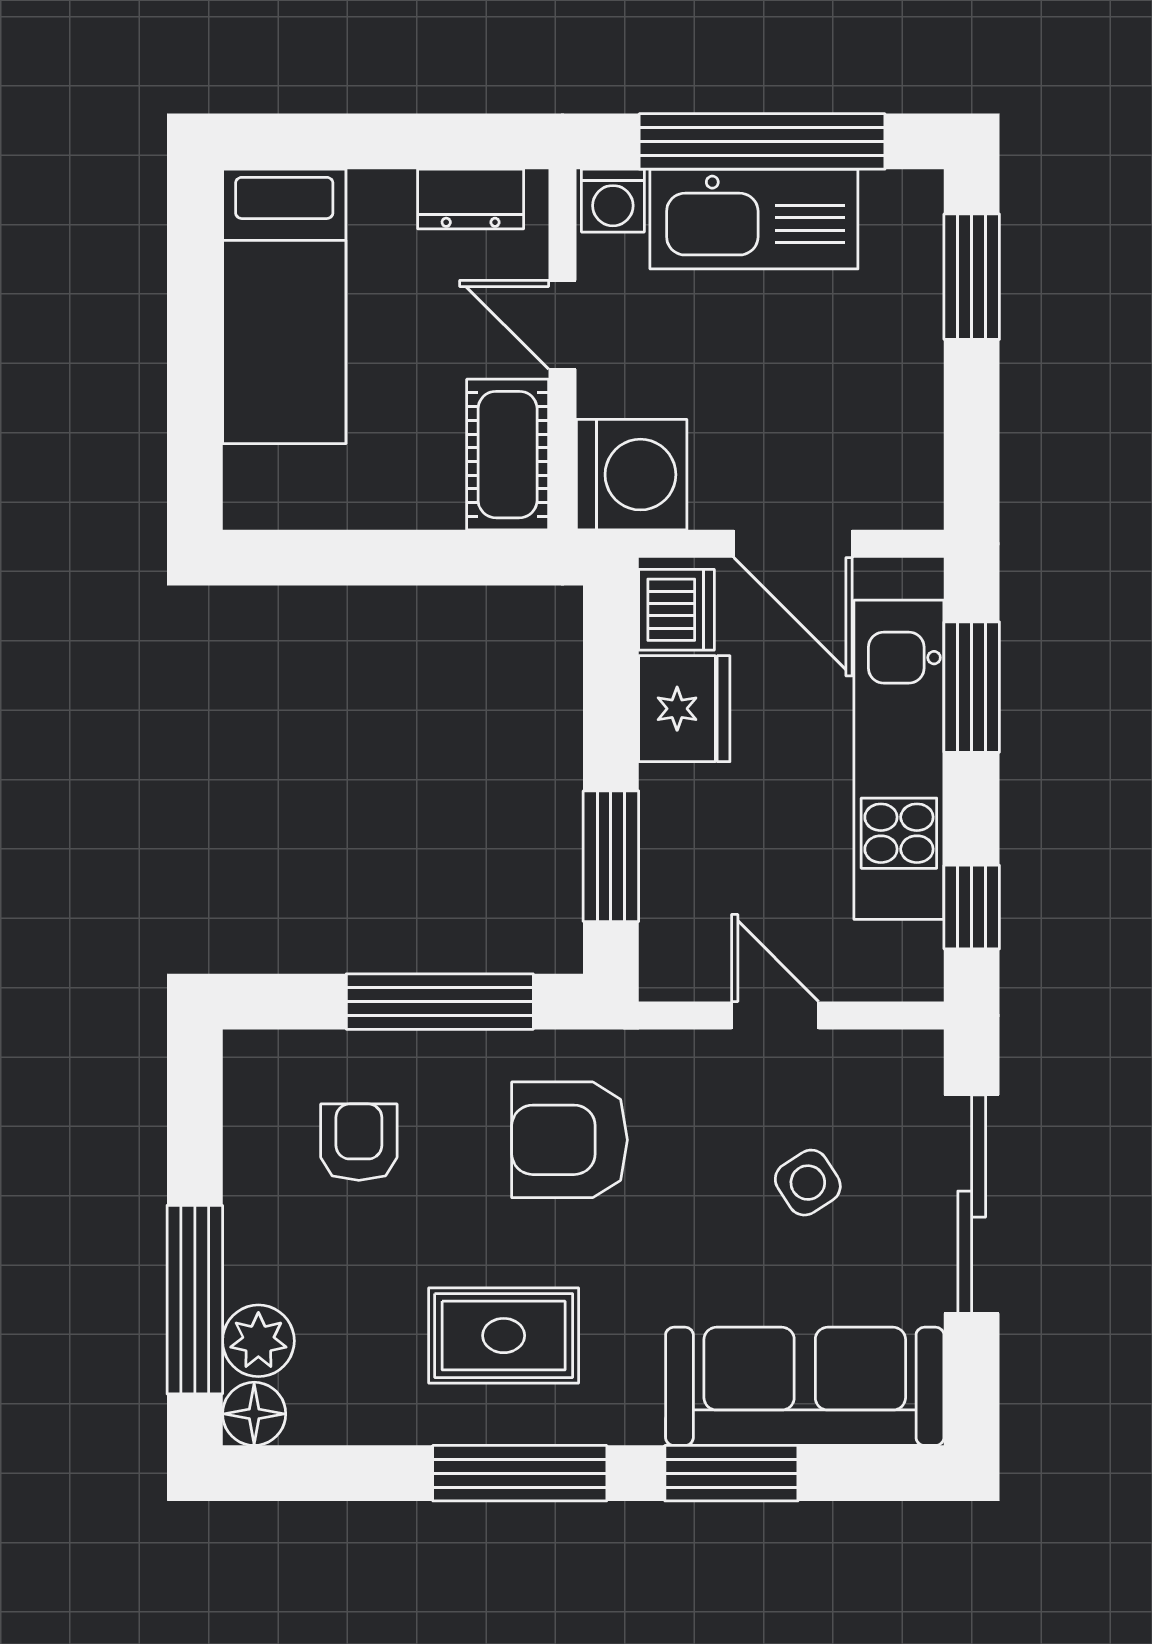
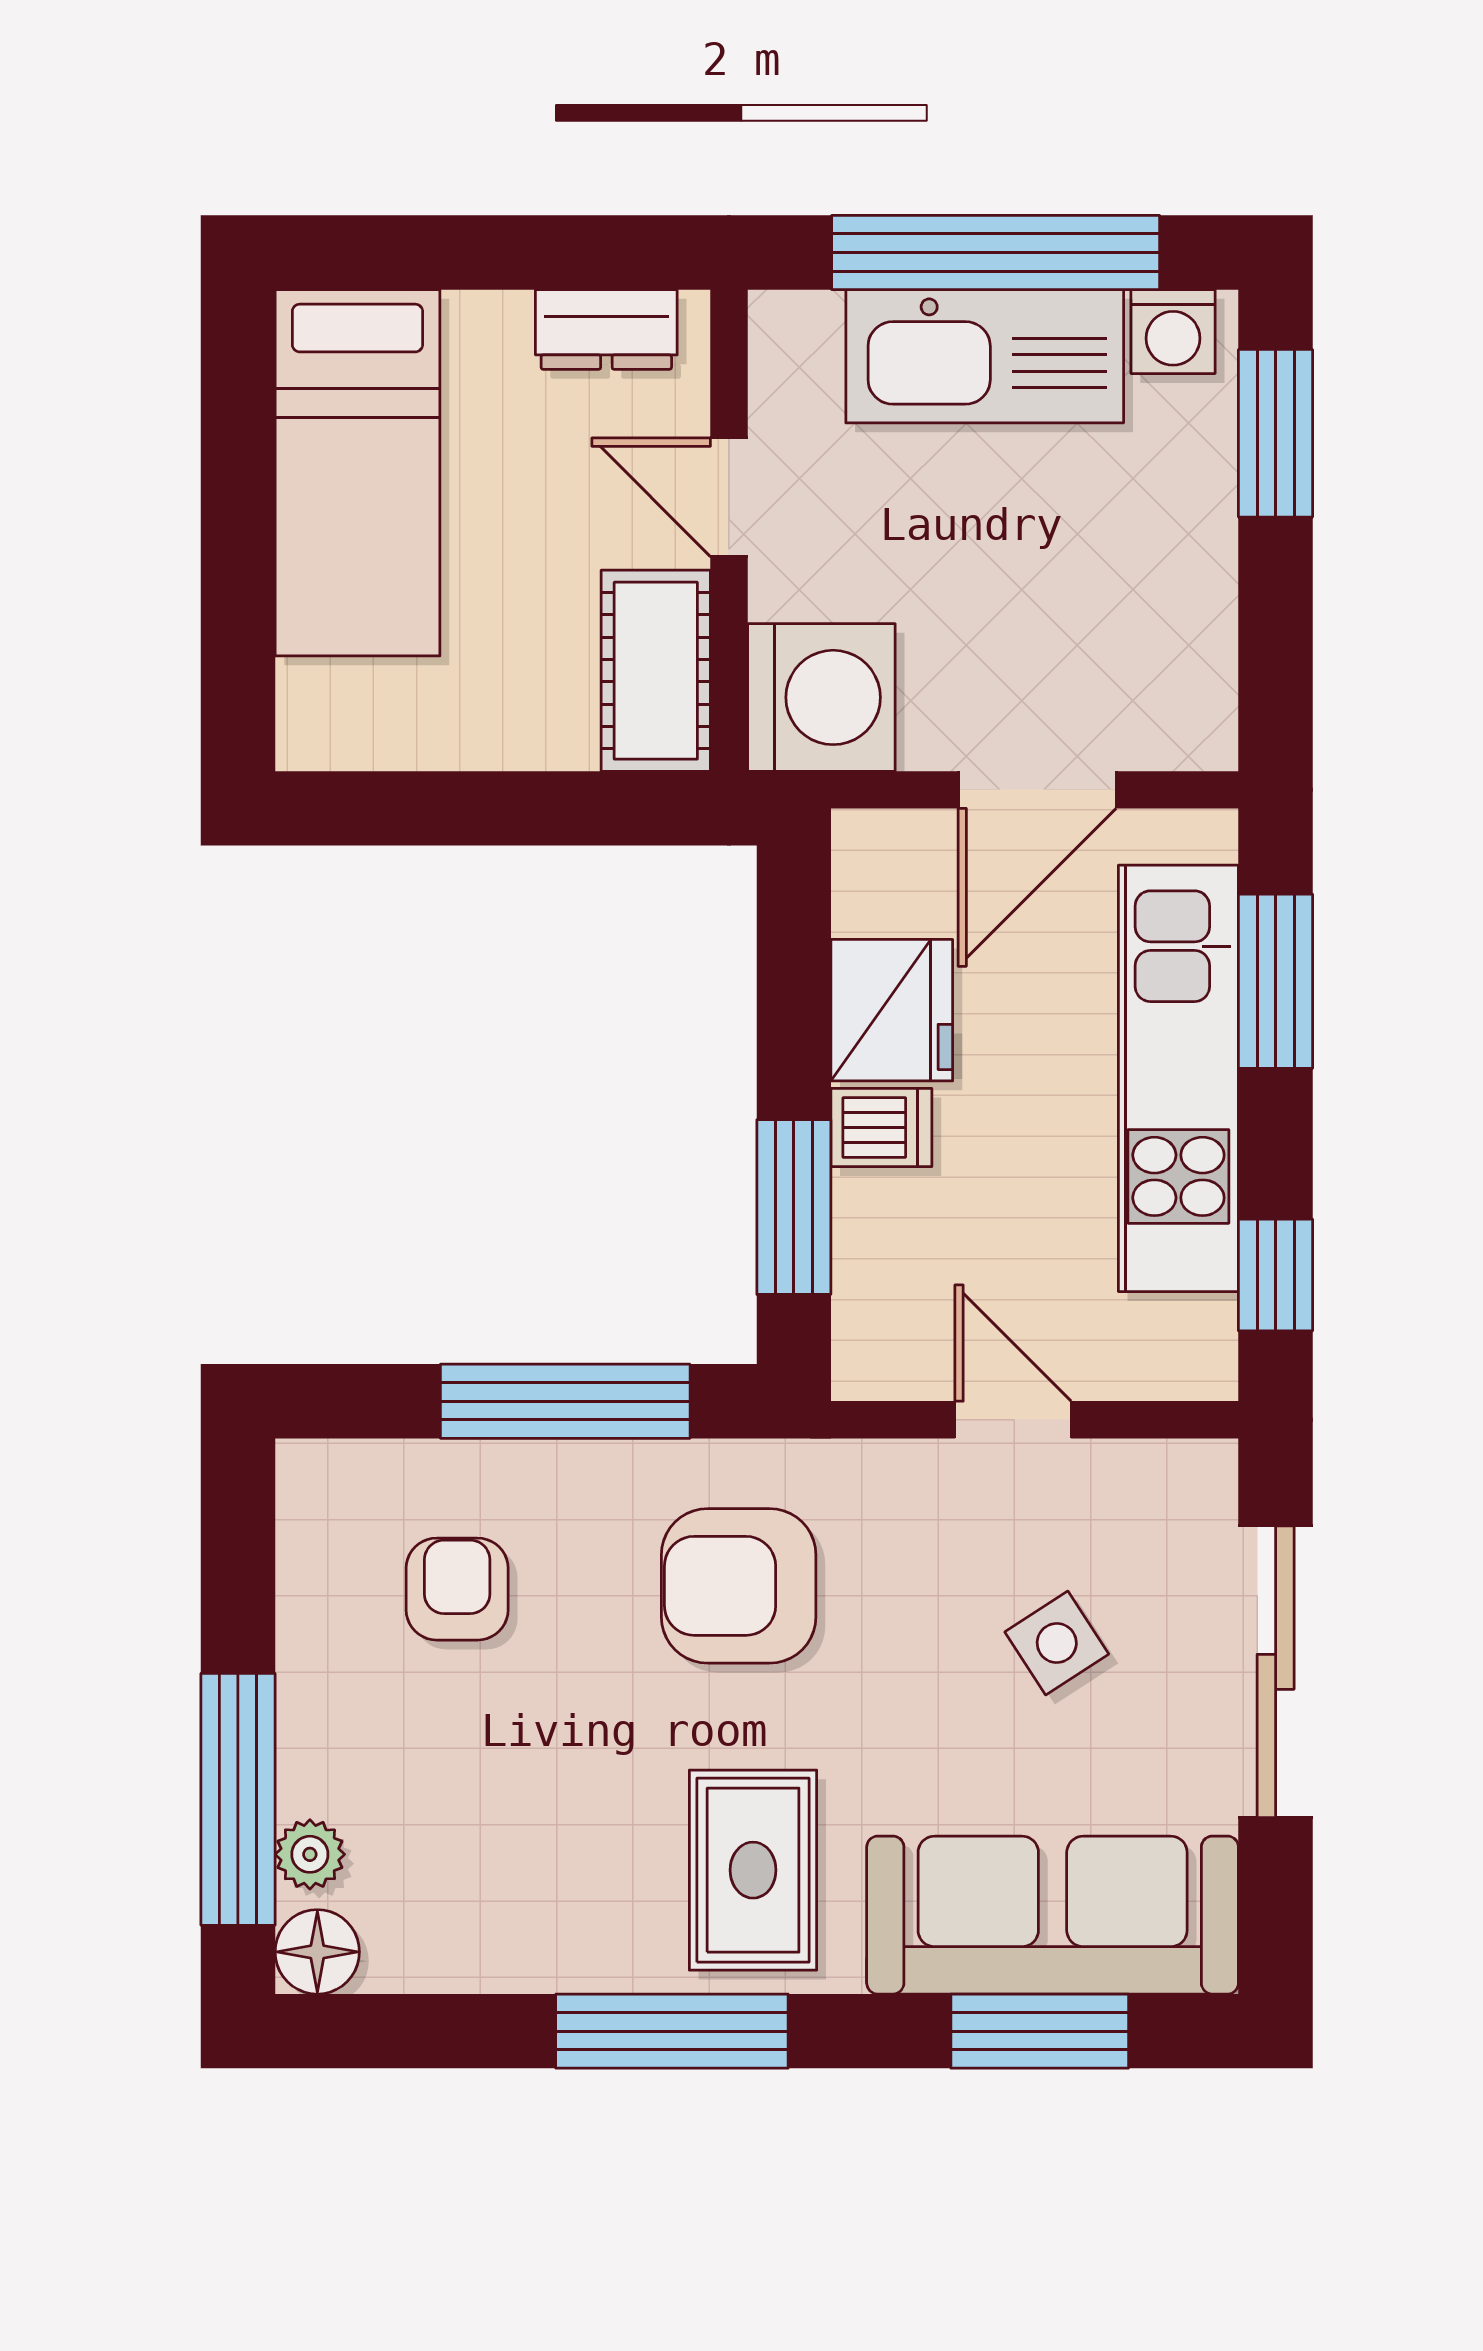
washing machine: (613, 201) -> (1173, 332), moved
door: (793, 544) -> (1037, 790), hinge flipped
dishwasher: (677, 610) -> (881, 1128), moved, width x0.73
rug: (504, 1336) -> (753, 1870), moved, turned 90
plant: (258, 1341) -> (310, 1854), width x0.73, depth x0.73
window: (731, 1473) -> (1040, 2031), moved

